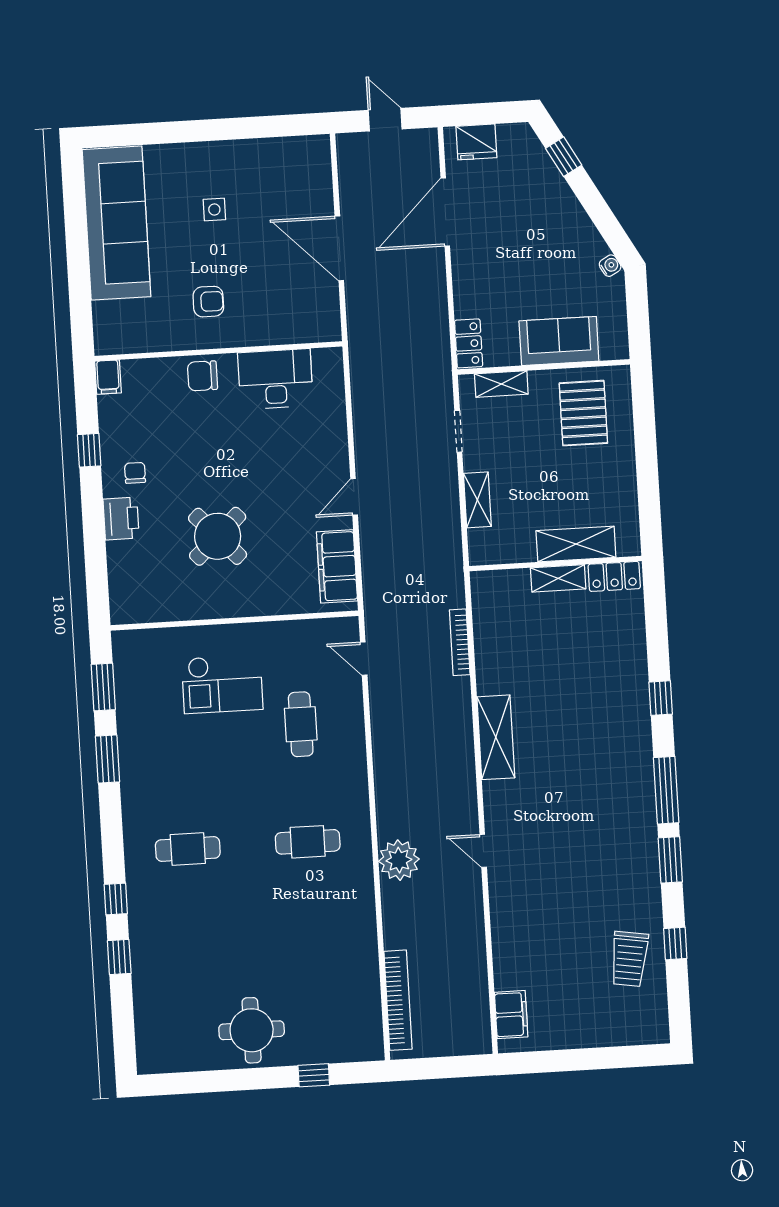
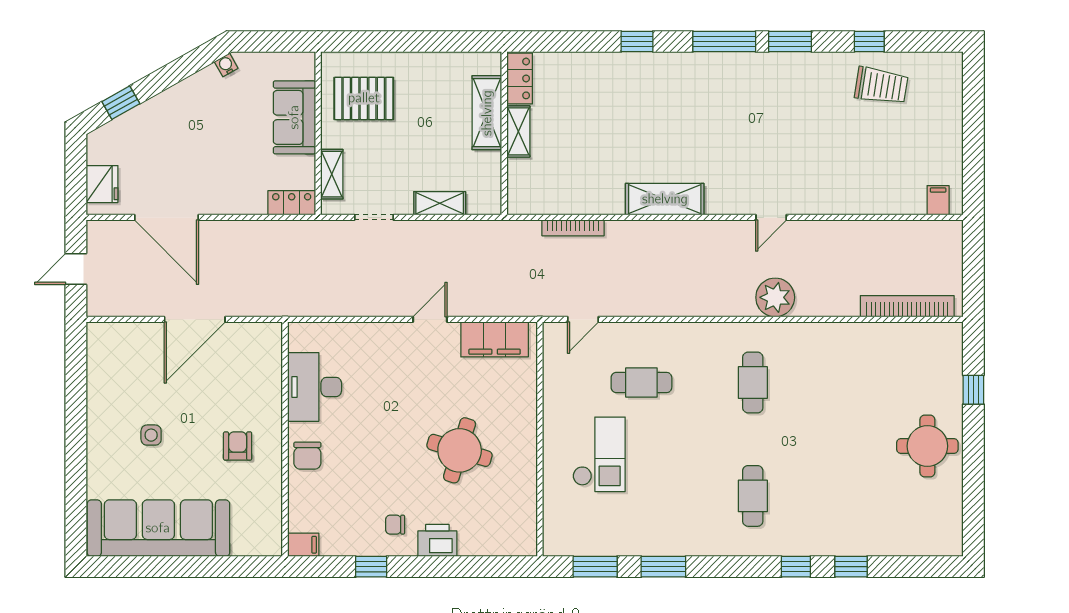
door: (354, 497) -> (430, 319), swing flipped
round table: (218, 536) -> (460, 450), turned -30
filing cabinet: (511, 1015) -> (938, 200), width x0.50

